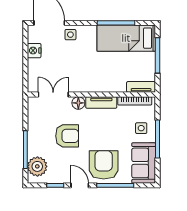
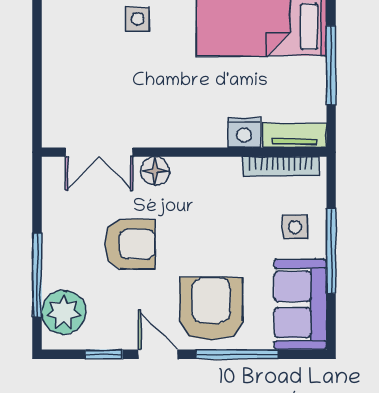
nightstand: (34, 51) -> (244, 133), moved, turned -90
double door: (53, 94) -> (99, 152), swing flipped
tv unit: (101, 102) -> (206, 170), removed

